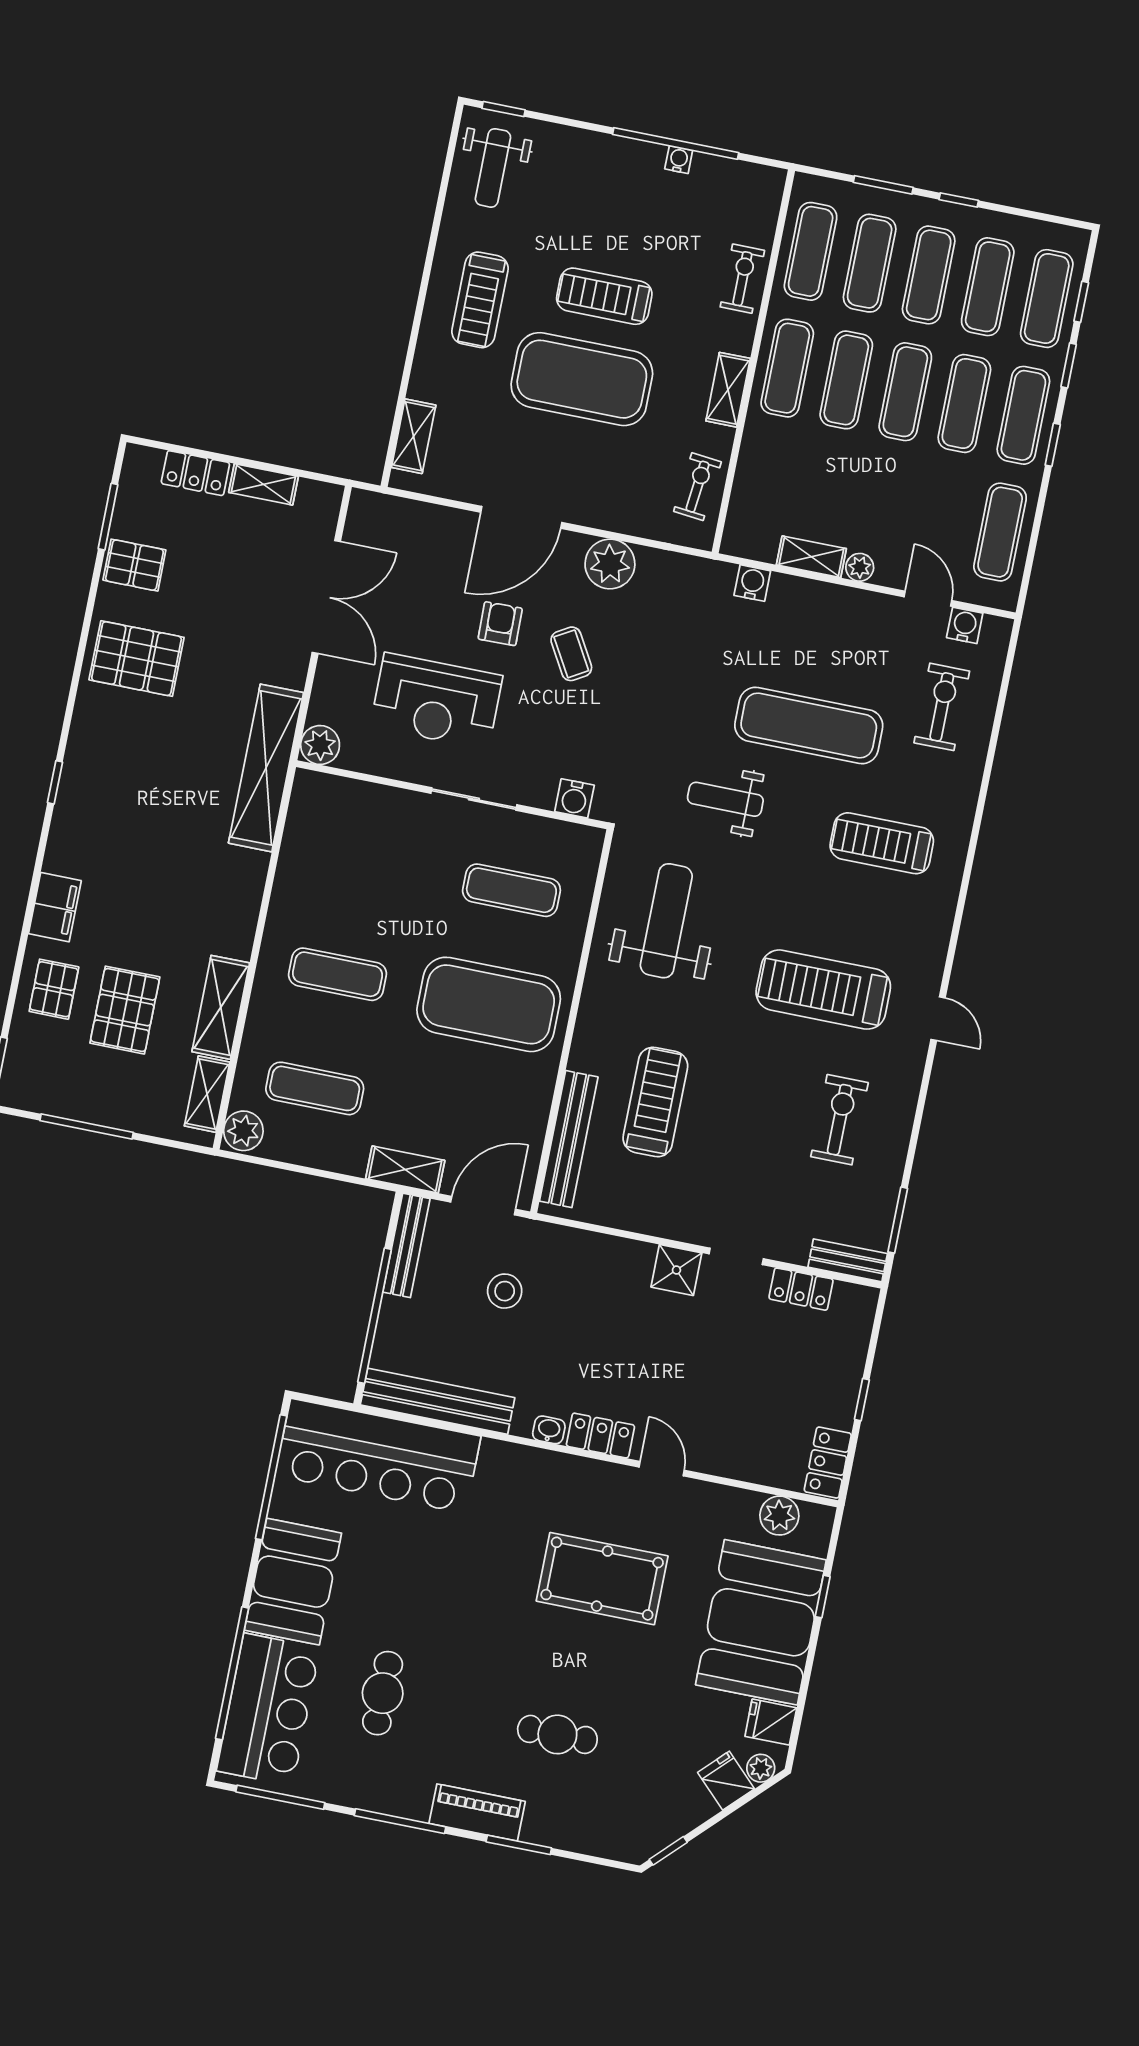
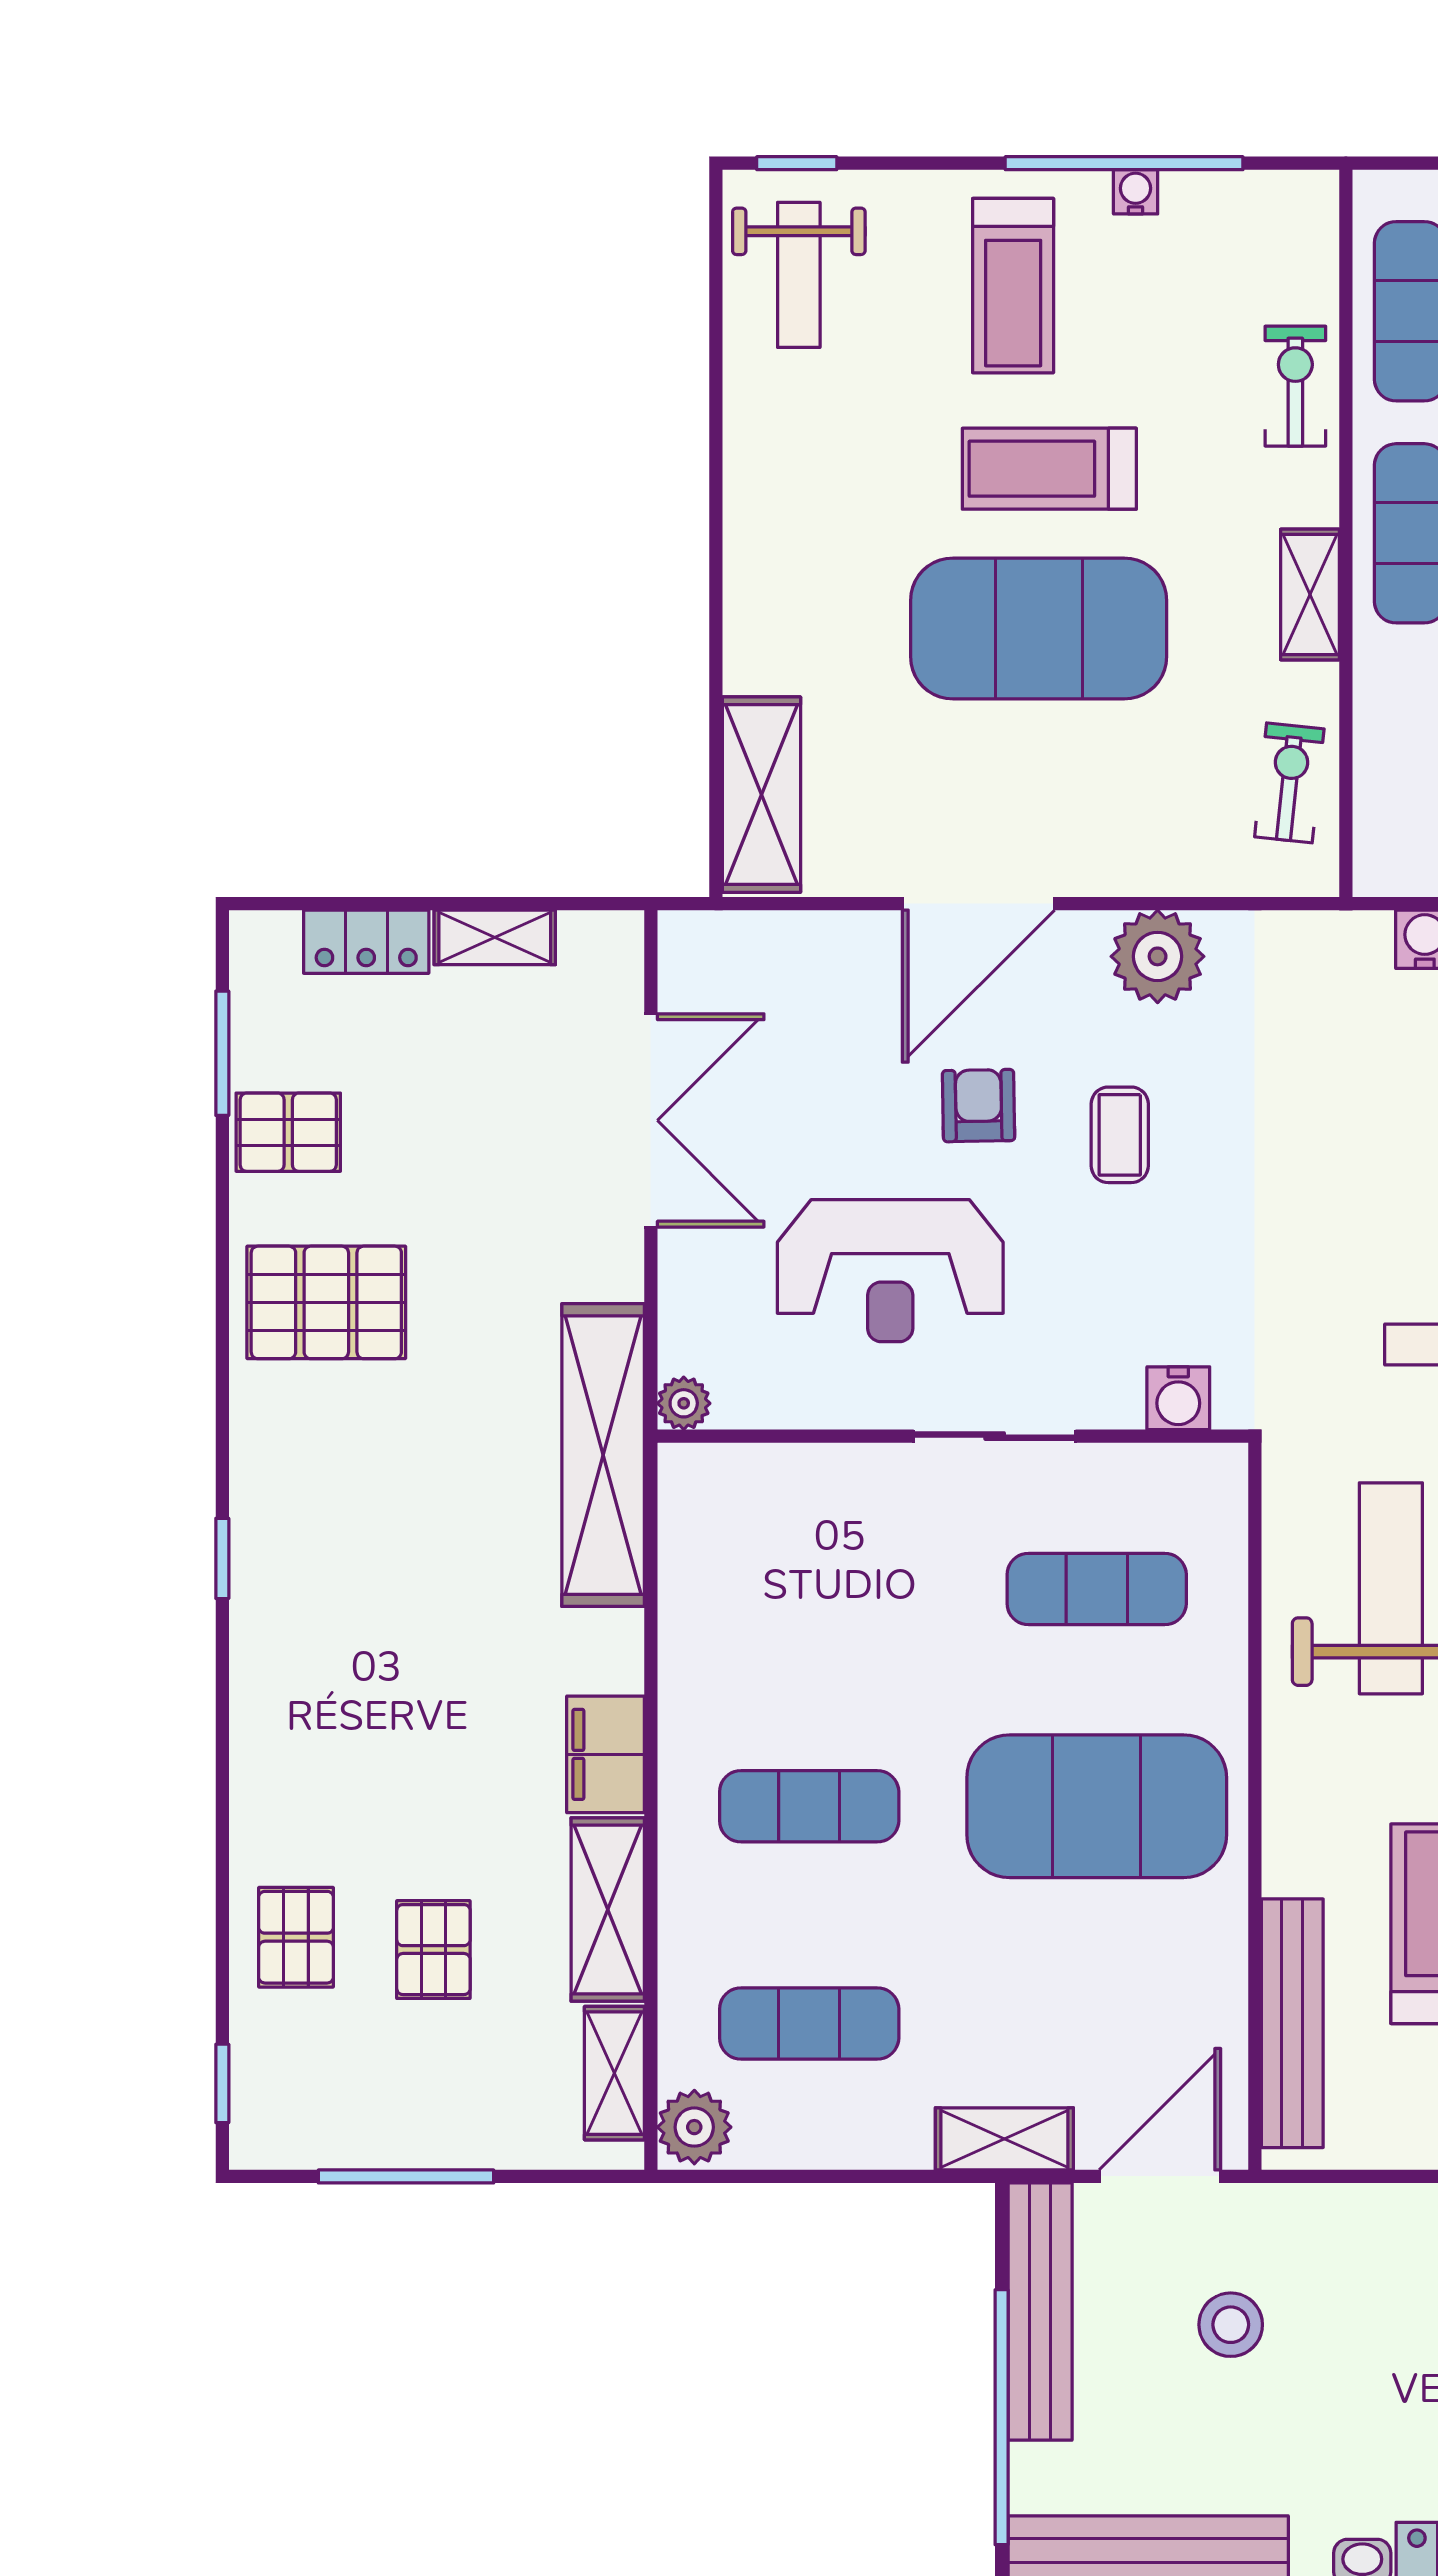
treadmill: (480, 300) -> (1013, 286), moved
shelving: (414, 436) -> (761, 795), width x1.50, depth x1.33
coffee table: (571, 654) -> (1120, 1135), turned 30
plant: (320, 745) -> (684, 1403), width x0.73, depth x0.73
filing cabinet: (55, 907) -> (606, 1754), moved, turned 180
pallet: (125, 1010) -> (433, 1950), width x0.67, depth x0.71
bench: (406, 1245) -> (1040, 2312), width x1.37, depth x1.21

